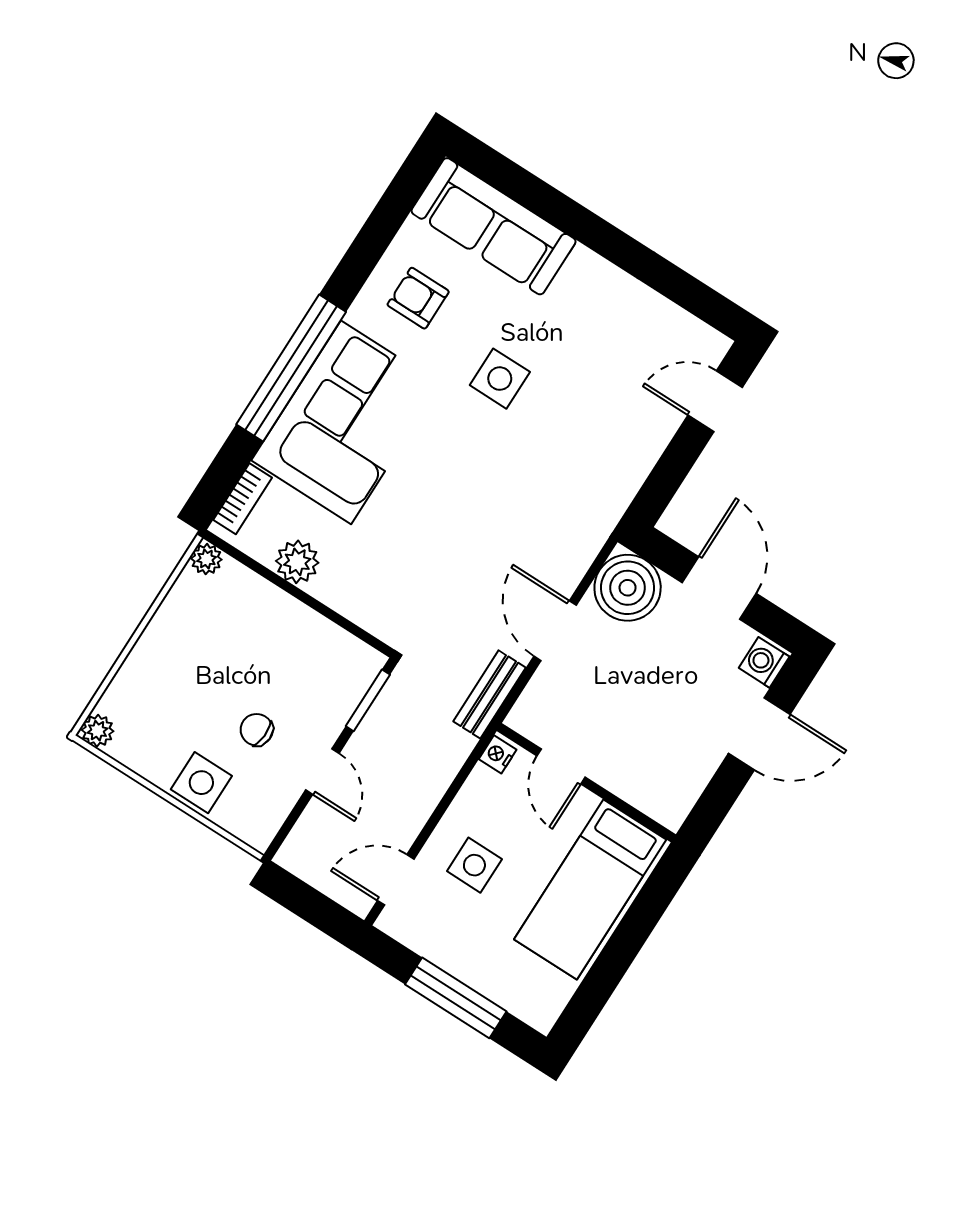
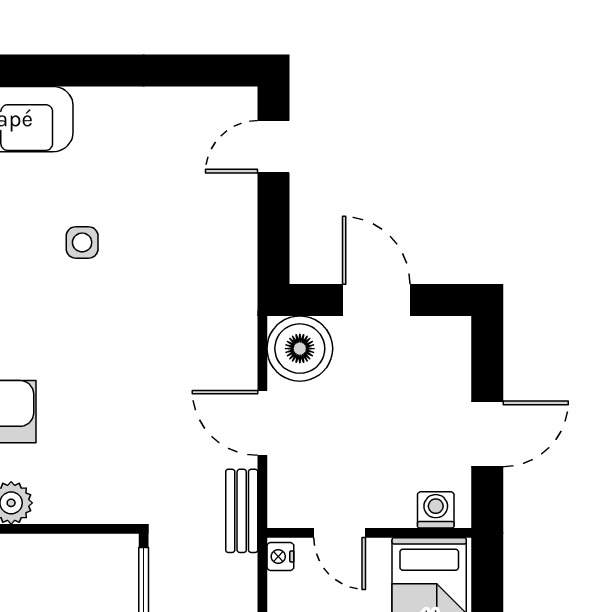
side table: (500, 379) -> (82, 242), width x0.73, depth x0.73
washing machine: (764, 662) -> (436, 510), moved, turned 90
door: (759, 734) -> (487, 434), moved

